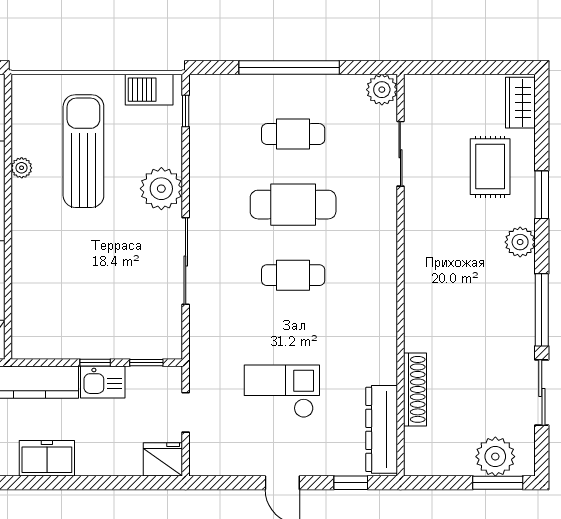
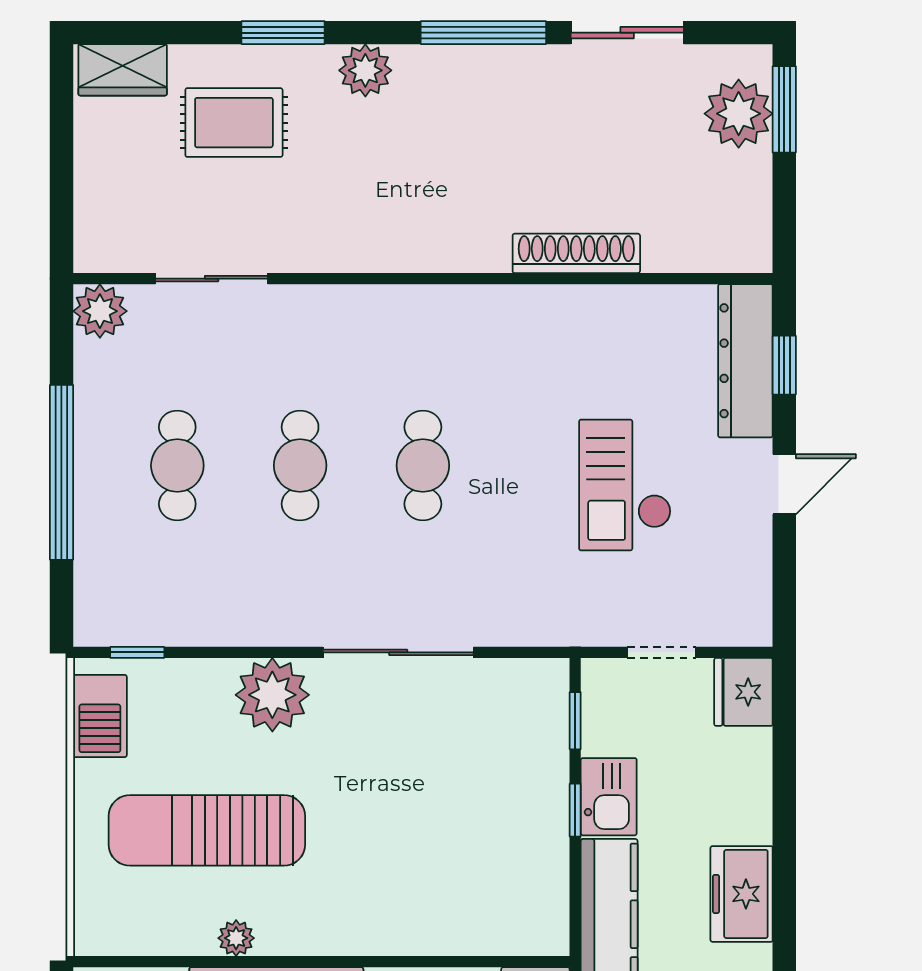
cafe table: (293, 205) -> (300, 465), width x0.73, depth x0.74
shoe rack: (415, 389) -> (576, 253), moved
dresser: (382, 429) -> (745, 361), moved, turned 90

